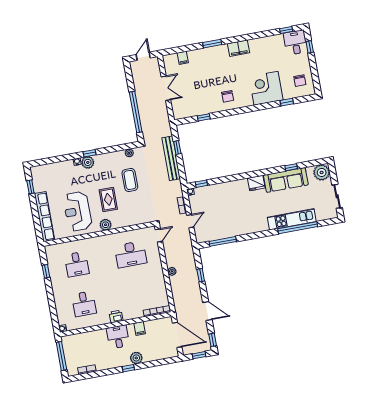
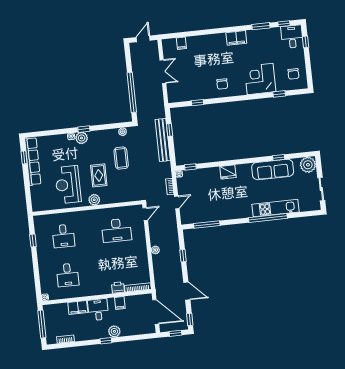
window: (212, 44) -> (261, 26), moved
fridge: (256, 183) -> (228, 172), moved
row of seats: (44, 217) -> (33, 161), moved
window: (298, 228) -> (268, 218), moved
printer: (116, 316) -> (118, 287), moved
filing cabinet: (97, 336) -> (78, 308), added

